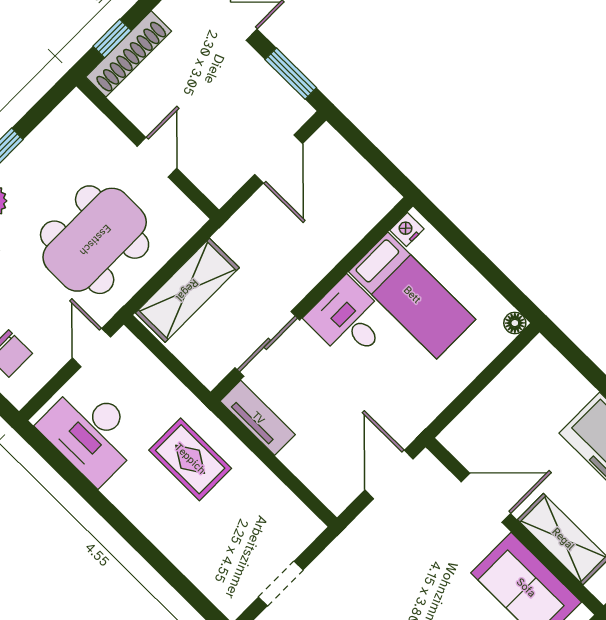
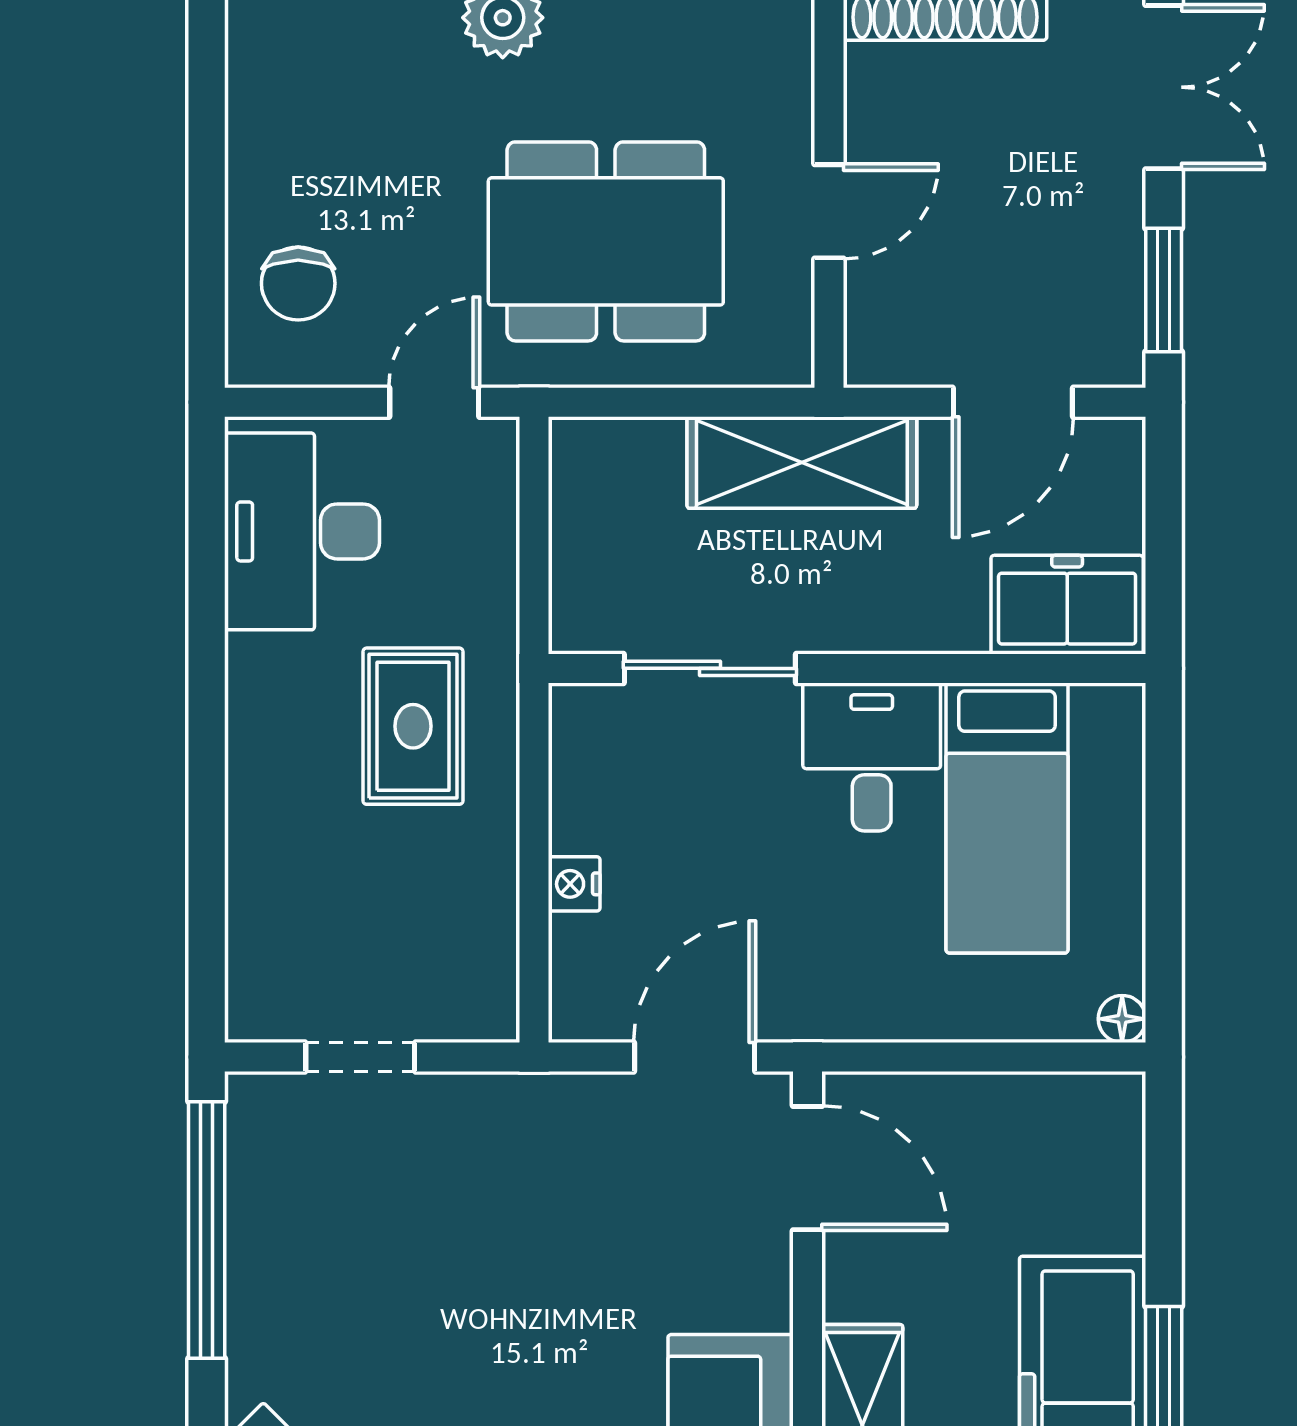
freezer: (362, 207) -> (1067, 605), added
nightstand: (407, 230) -> (574, 884), moved, turned -90
shelving: (187, 290) -> (802, 462), moved
tv unit: (258, 418) -> (581, 767), removed
door: (486, 498) -> (807, 1168), moved

